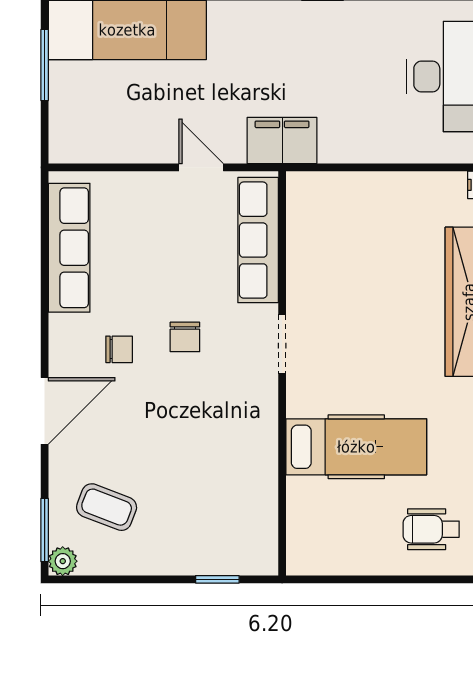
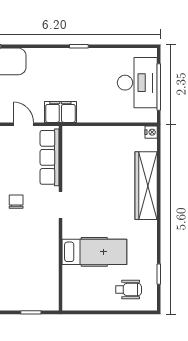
chair: (185, 337) -> (16, 202), turned 180
wheelchair: (431, 529) -> (129, 290), turned 180

